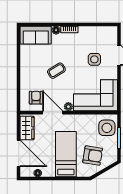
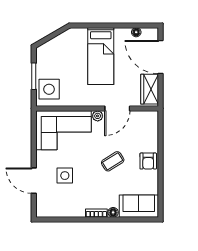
armchair: (36, 98) -> (148, 161), moved
door: (53, 113) -> (117, 108), hinge flipped
armchair: (93, 155) -> (67, 54), removed

